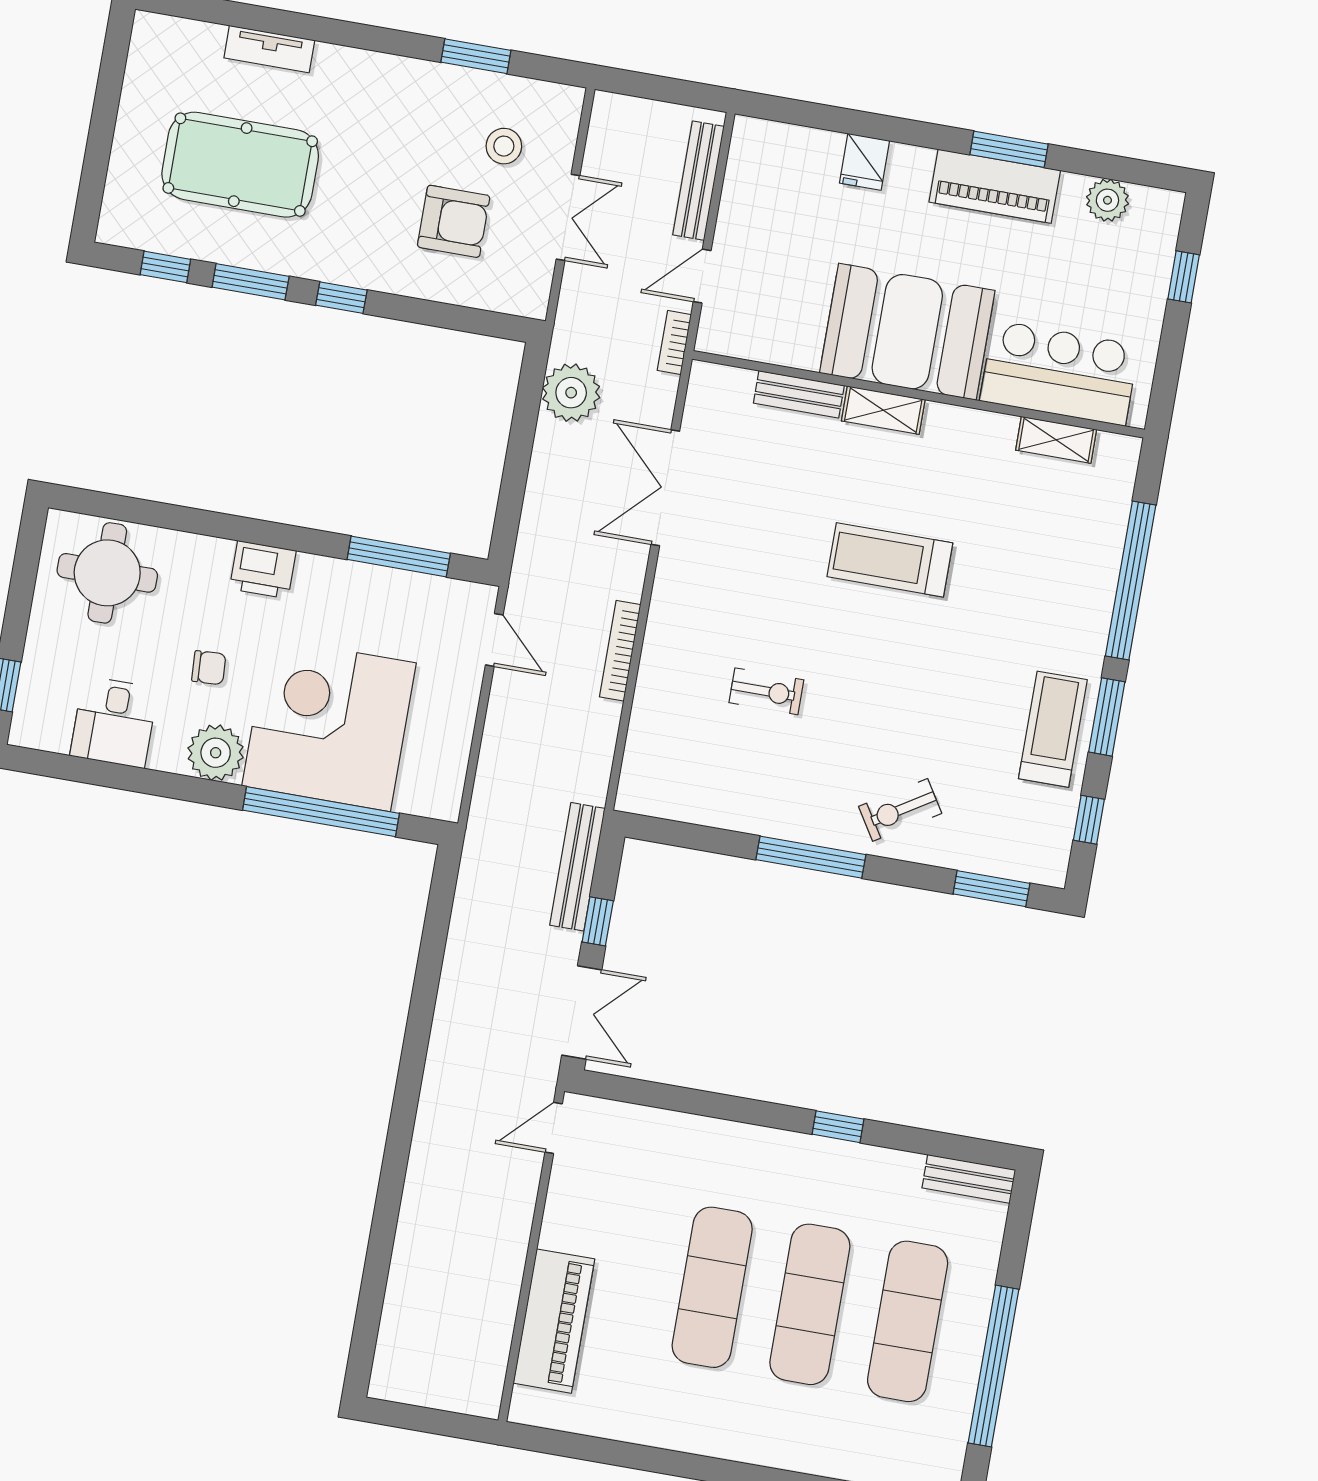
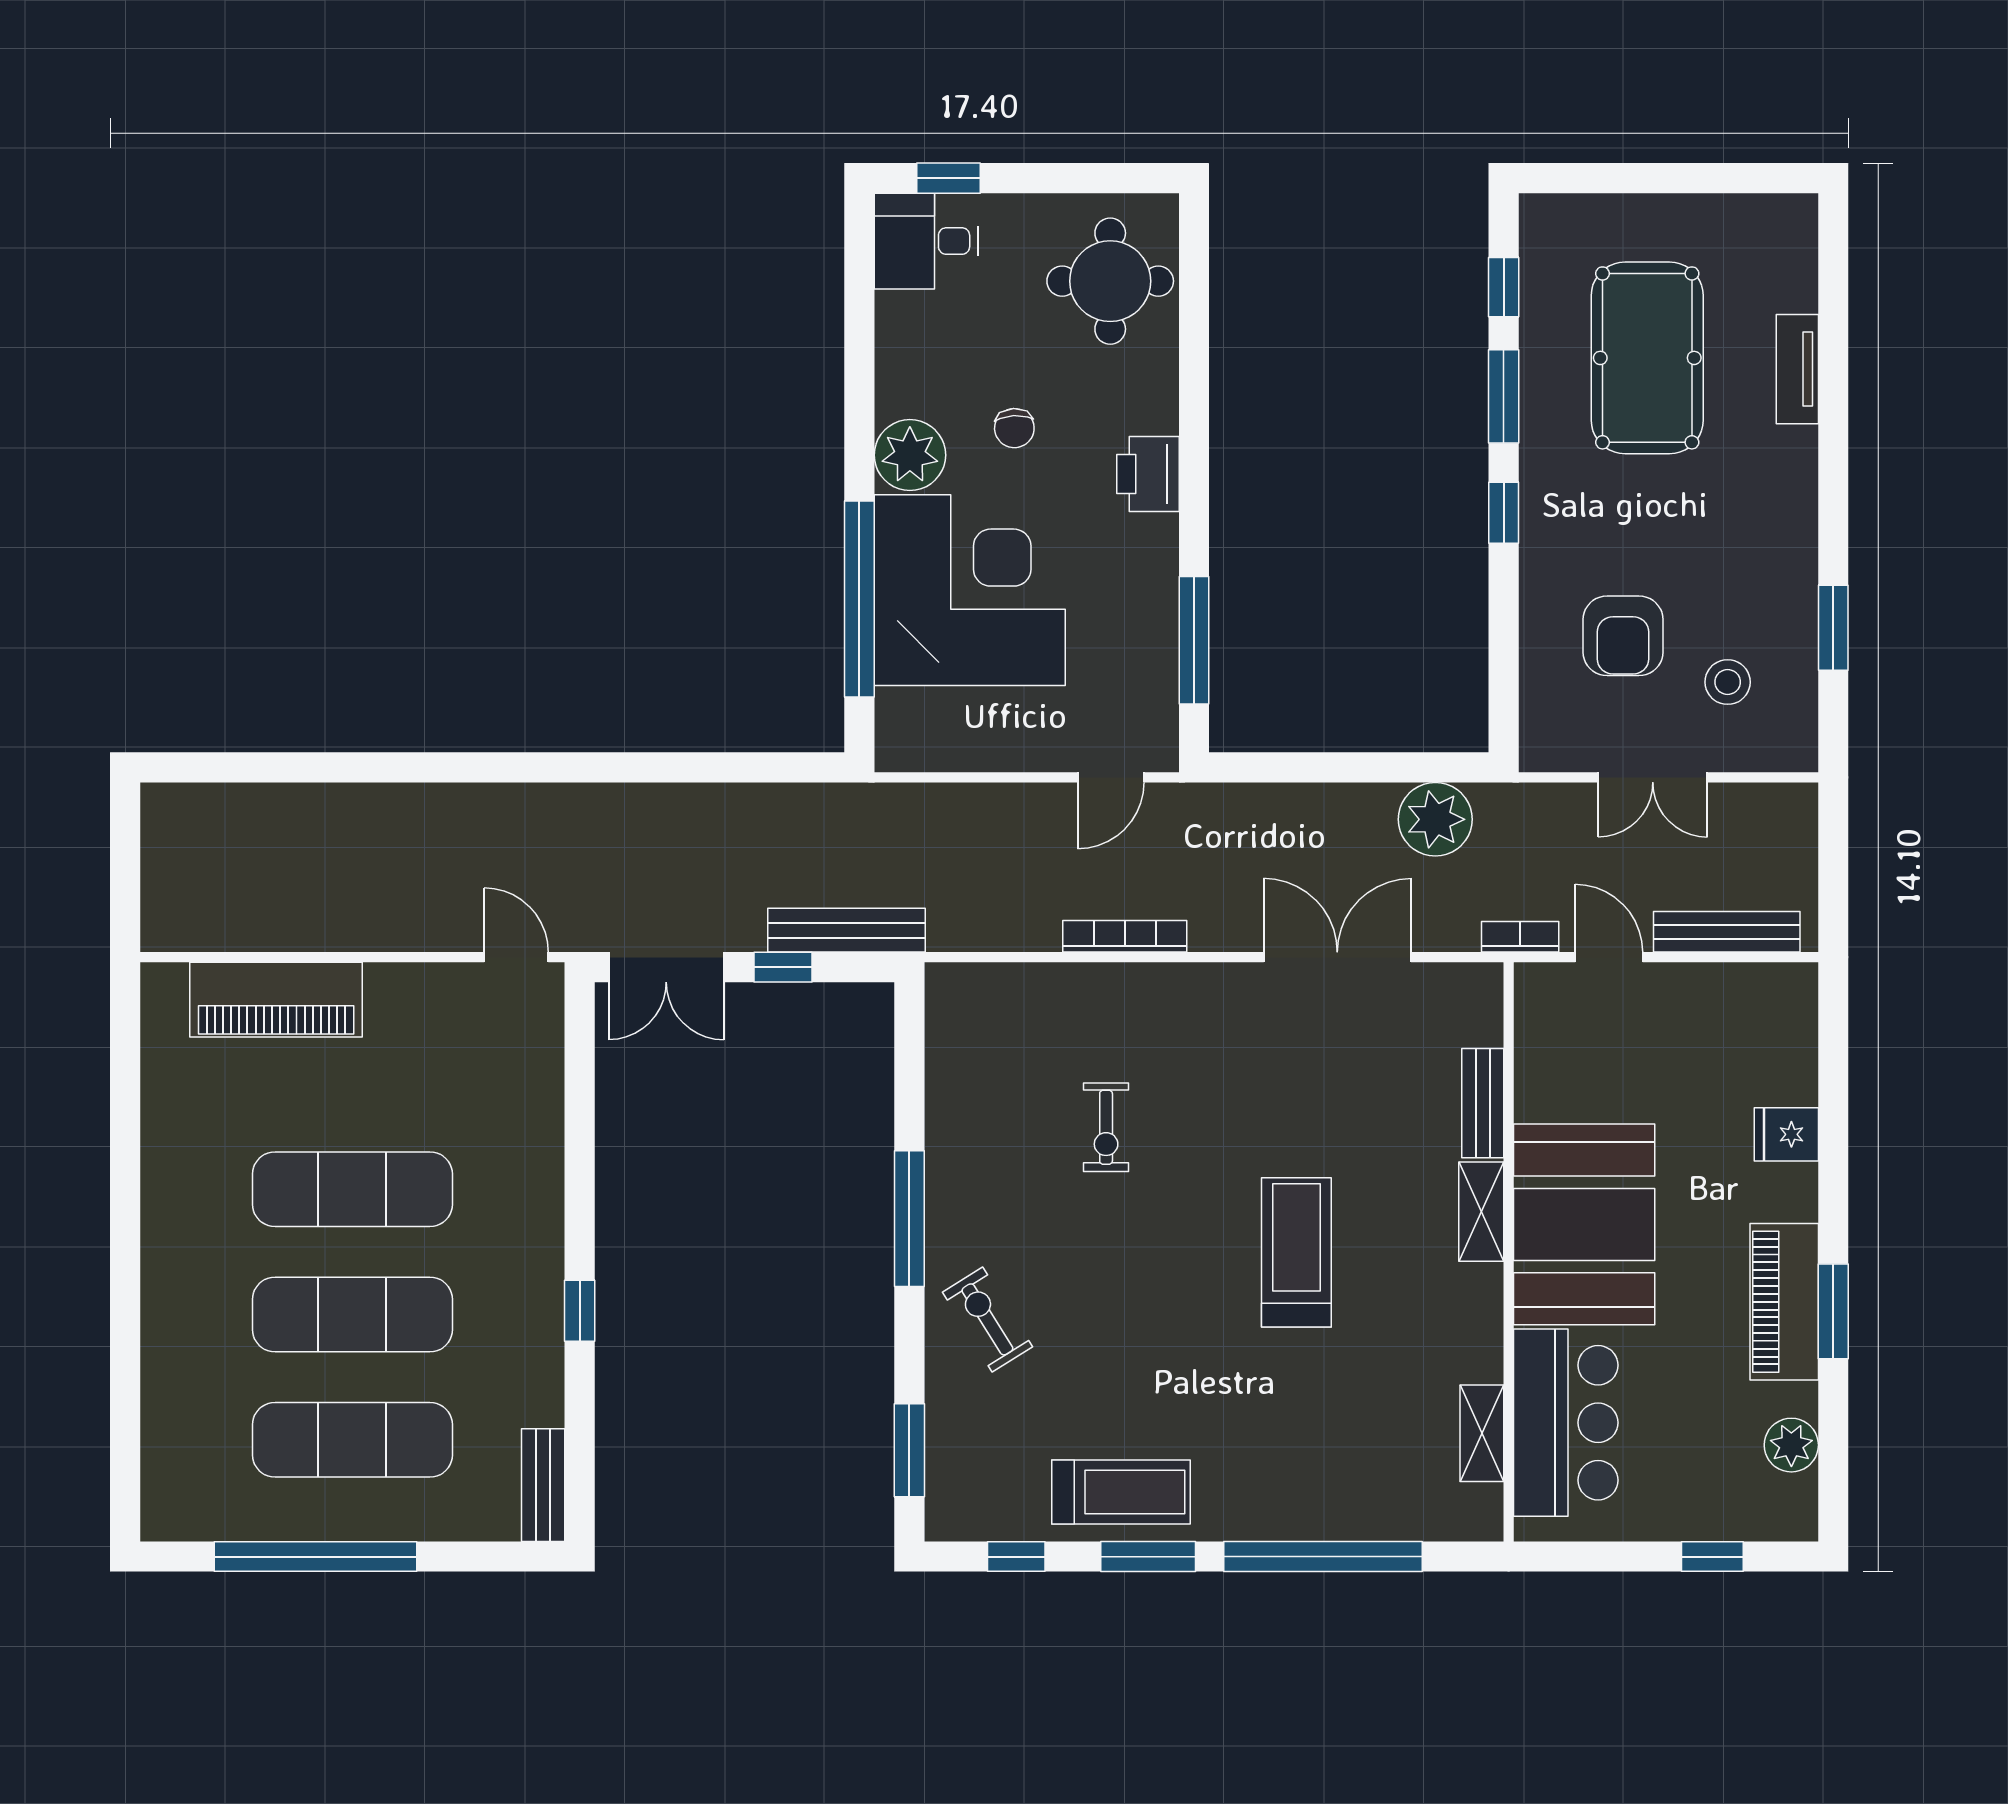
desk: (114, 722) -> (926, 241), moved

